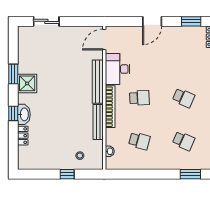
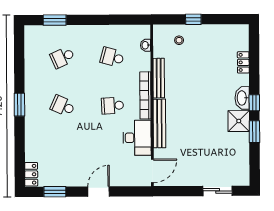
window: (13, 113) -> (254, 103), moved
washbasin: (24, 114) -> (242, 98), moved
school desk: (184, 141) -> (63, 57), turned -48

